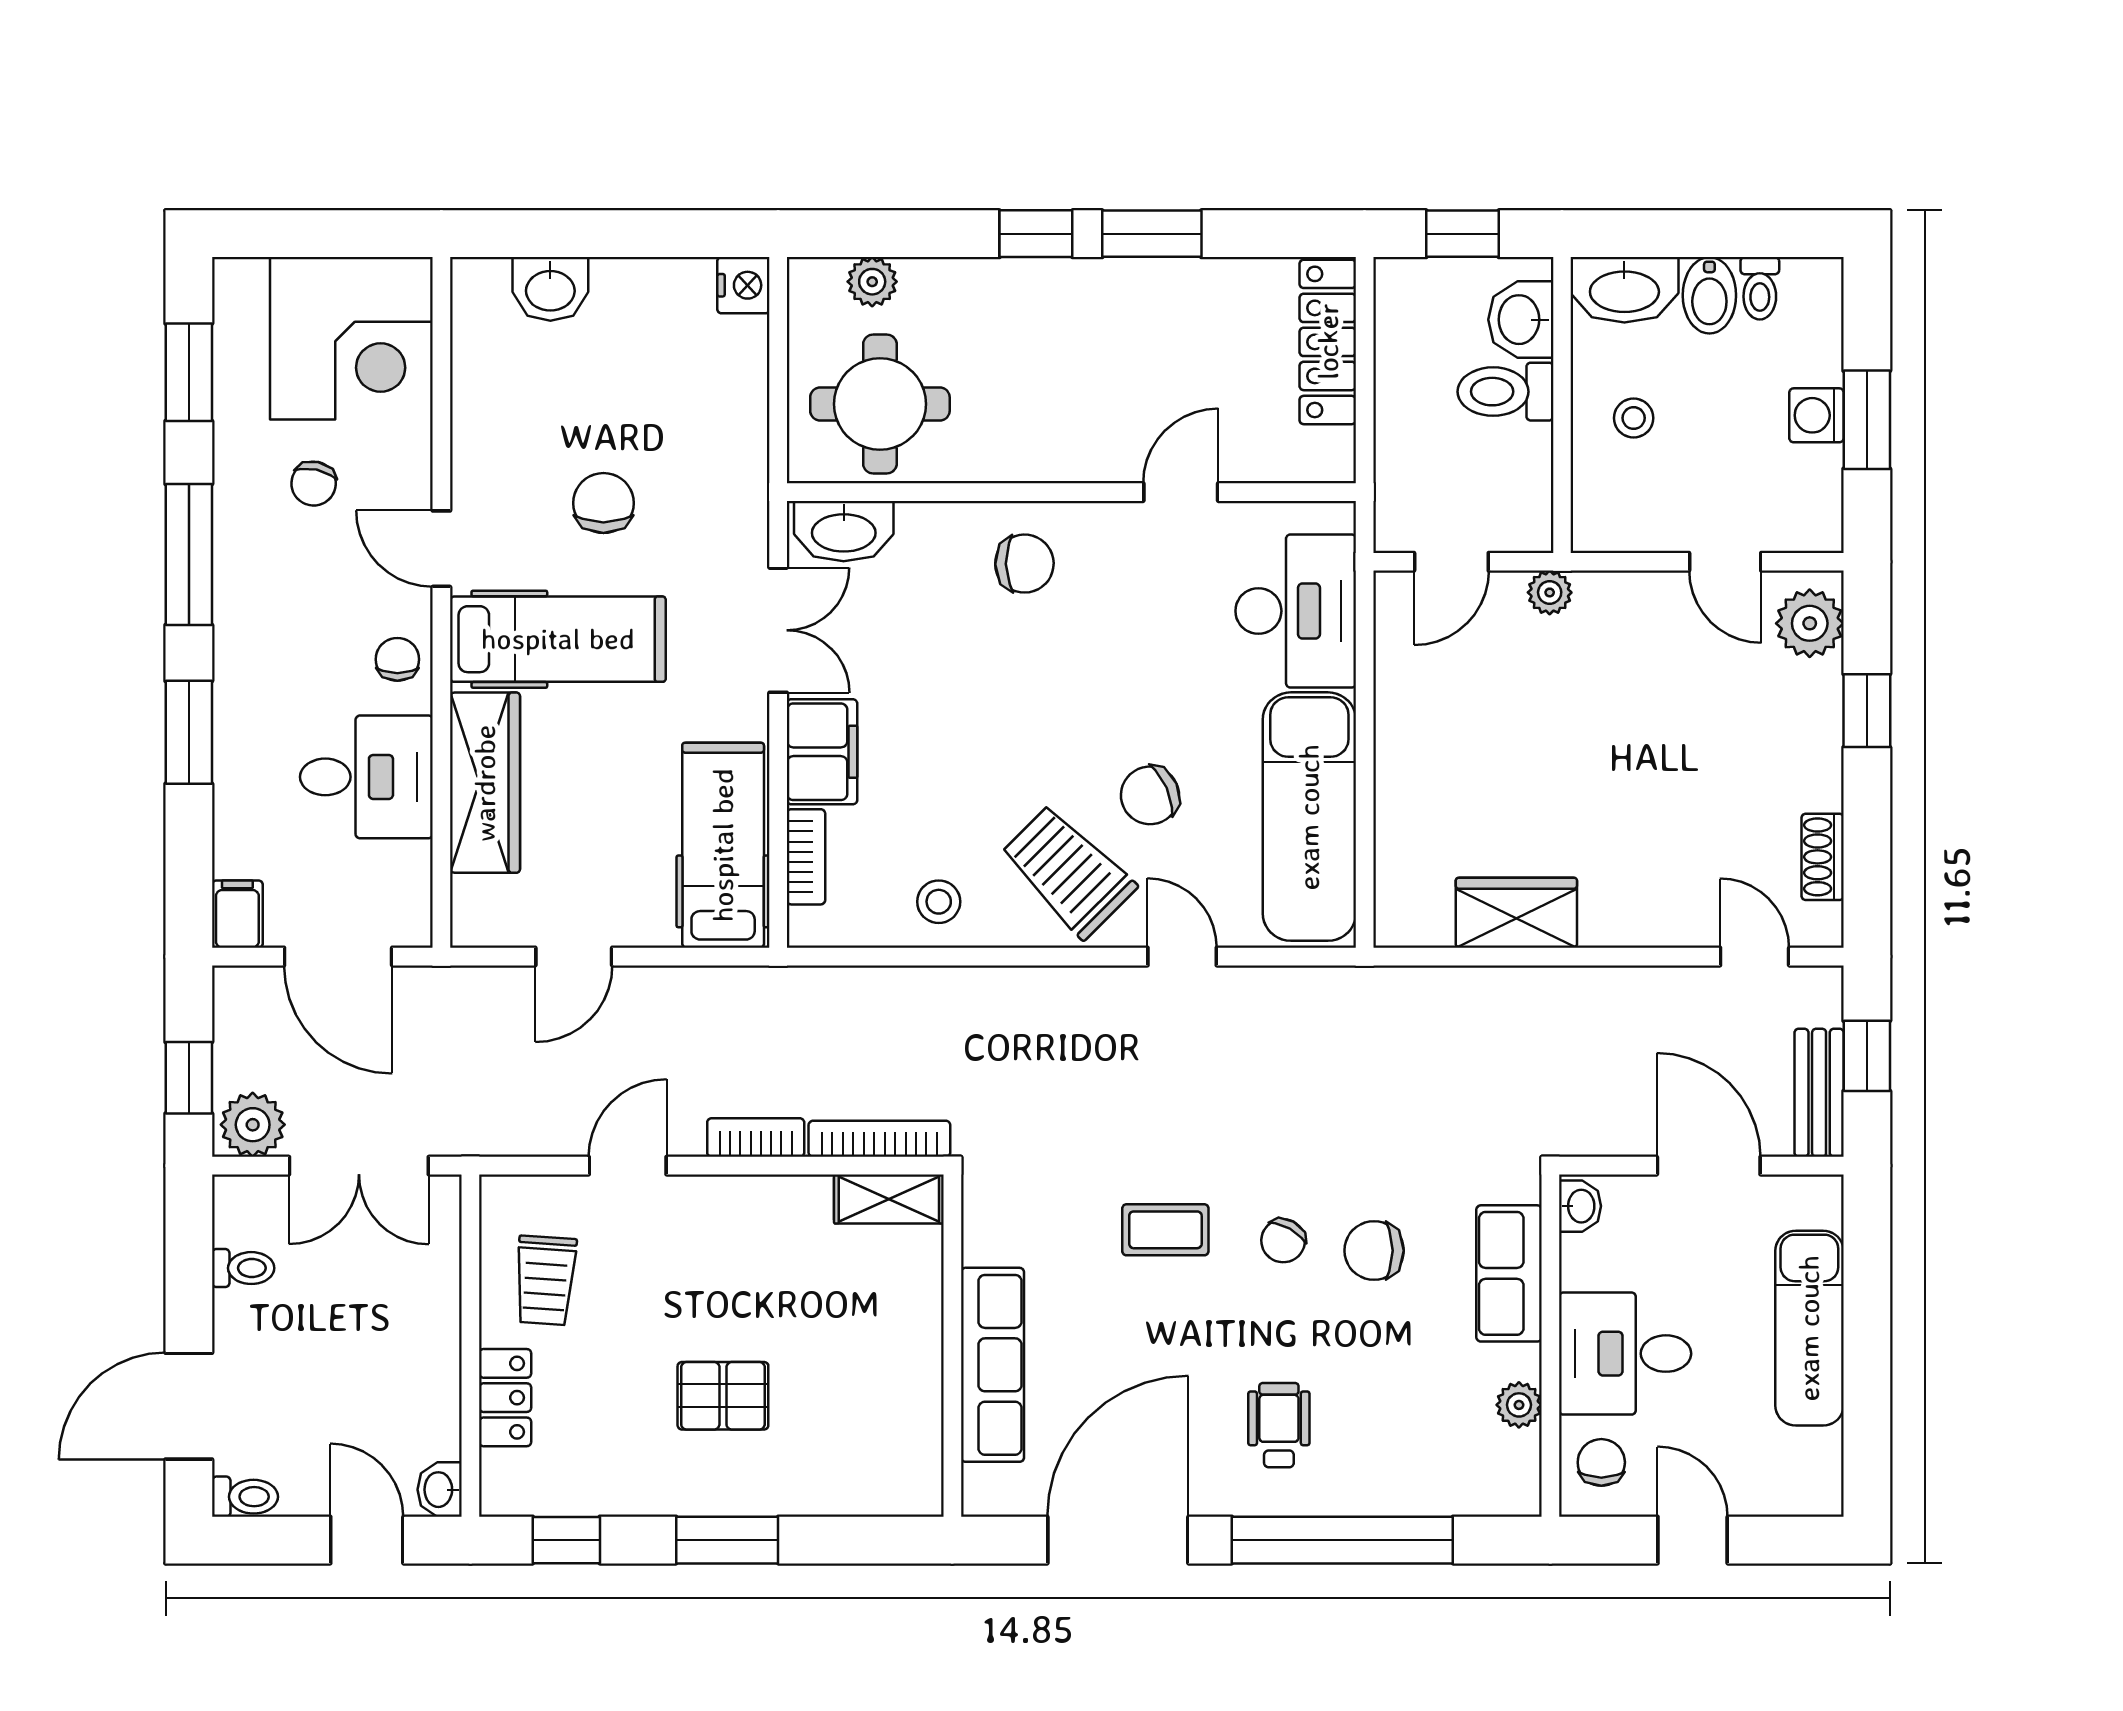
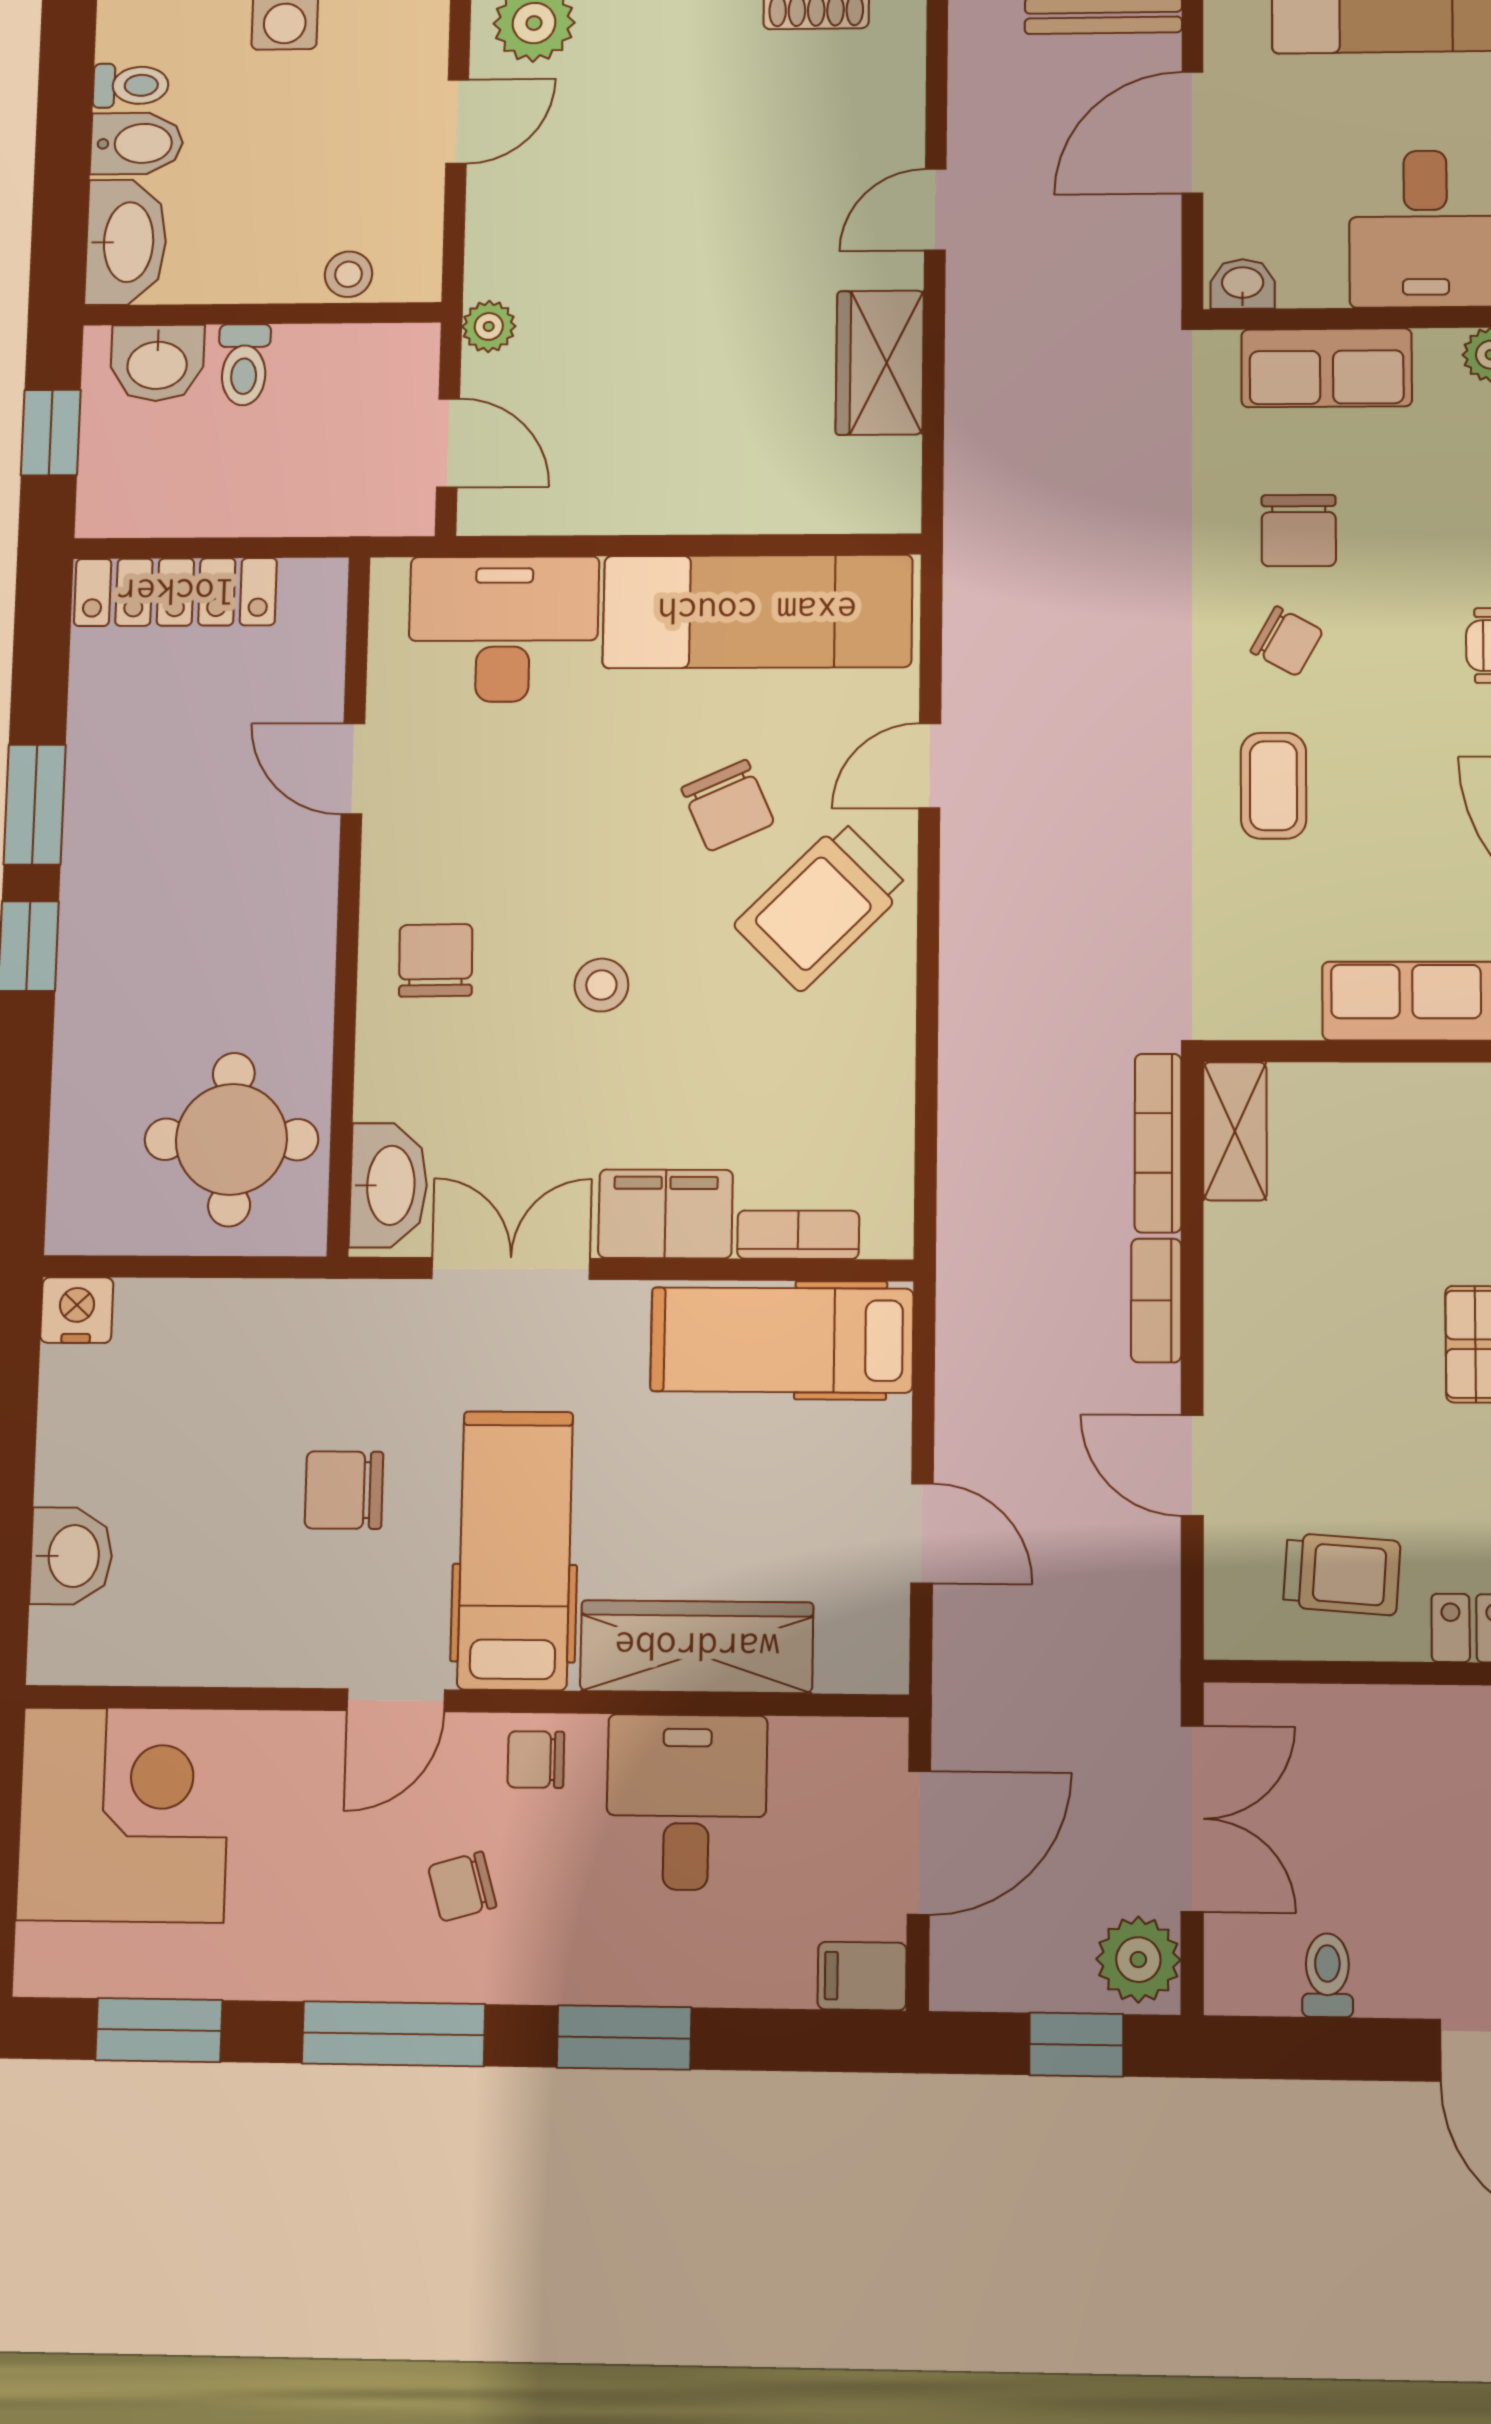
plant: (872, 282) -> (79, 1149), removed
toilet: (1505, 392) -> (244, 365), width x0.73, depth x0.72
stool: (1634, 418) -> (348, 274), moved
chair: (314, 484) -> (462, 1887), moved, turned 152
stool: (939, 902) -> (601, 985), moved
door: (1755, 957) -> (935, 210), moved

